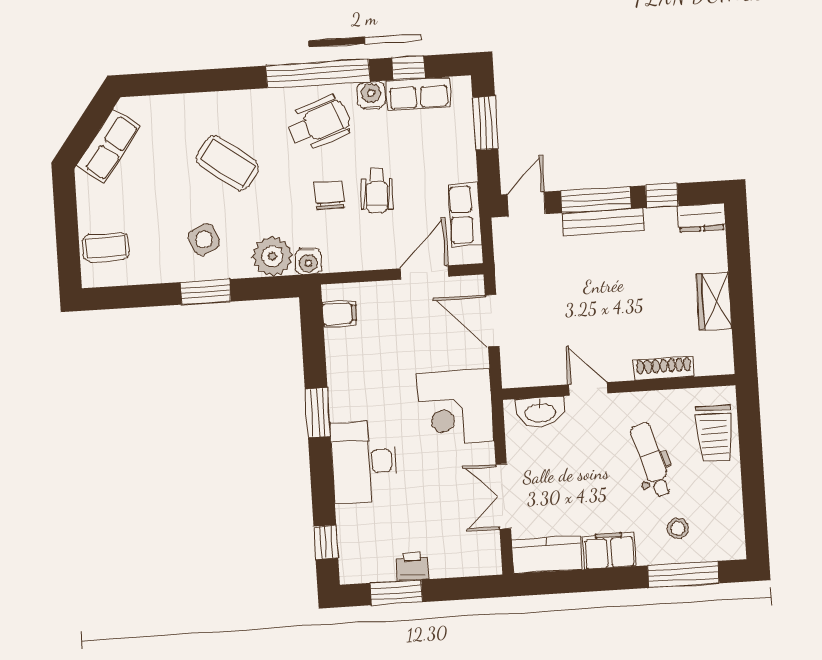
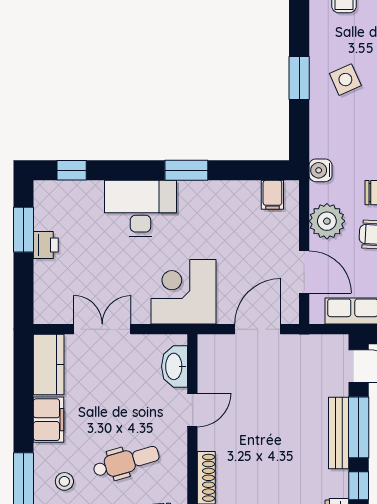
plant: (272, 256) -> (327, 221), moved

